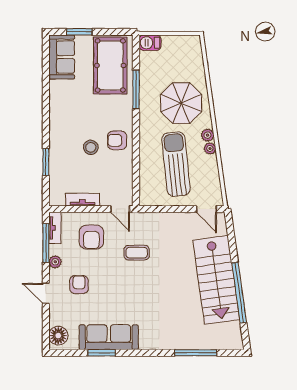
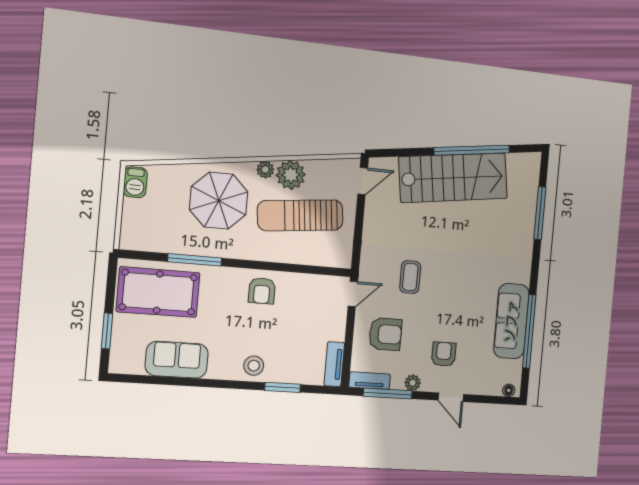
barbecue: (150, 43) -> (135, 182), moved
sofa: (62, 57) -> (177, 360), moved
stool: (91, 147) -> (254, 366), moved
plant: (210, 149) -> (291, 175), width x1.88, depth x1.88
tv unit: (83, 200) -> (334, 364), moved
armchair: (79, 285) -> (444, 354), turned 90
door: (46, 293) -> (451, 397), hinge flipped
floor lamp: (58, 336) -> (509, 390), width x0.53, depth x0.53
window: (102, 353) -> (529, 331), width x2.11

